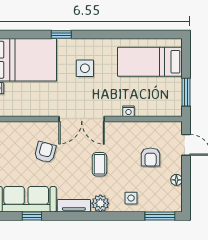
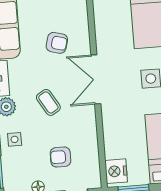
nightstand: (129, 111) -> (116, 171), moved, width x1.89, depth x1.79
coffee table: (99, 164) -> (48, 102), turned 59

